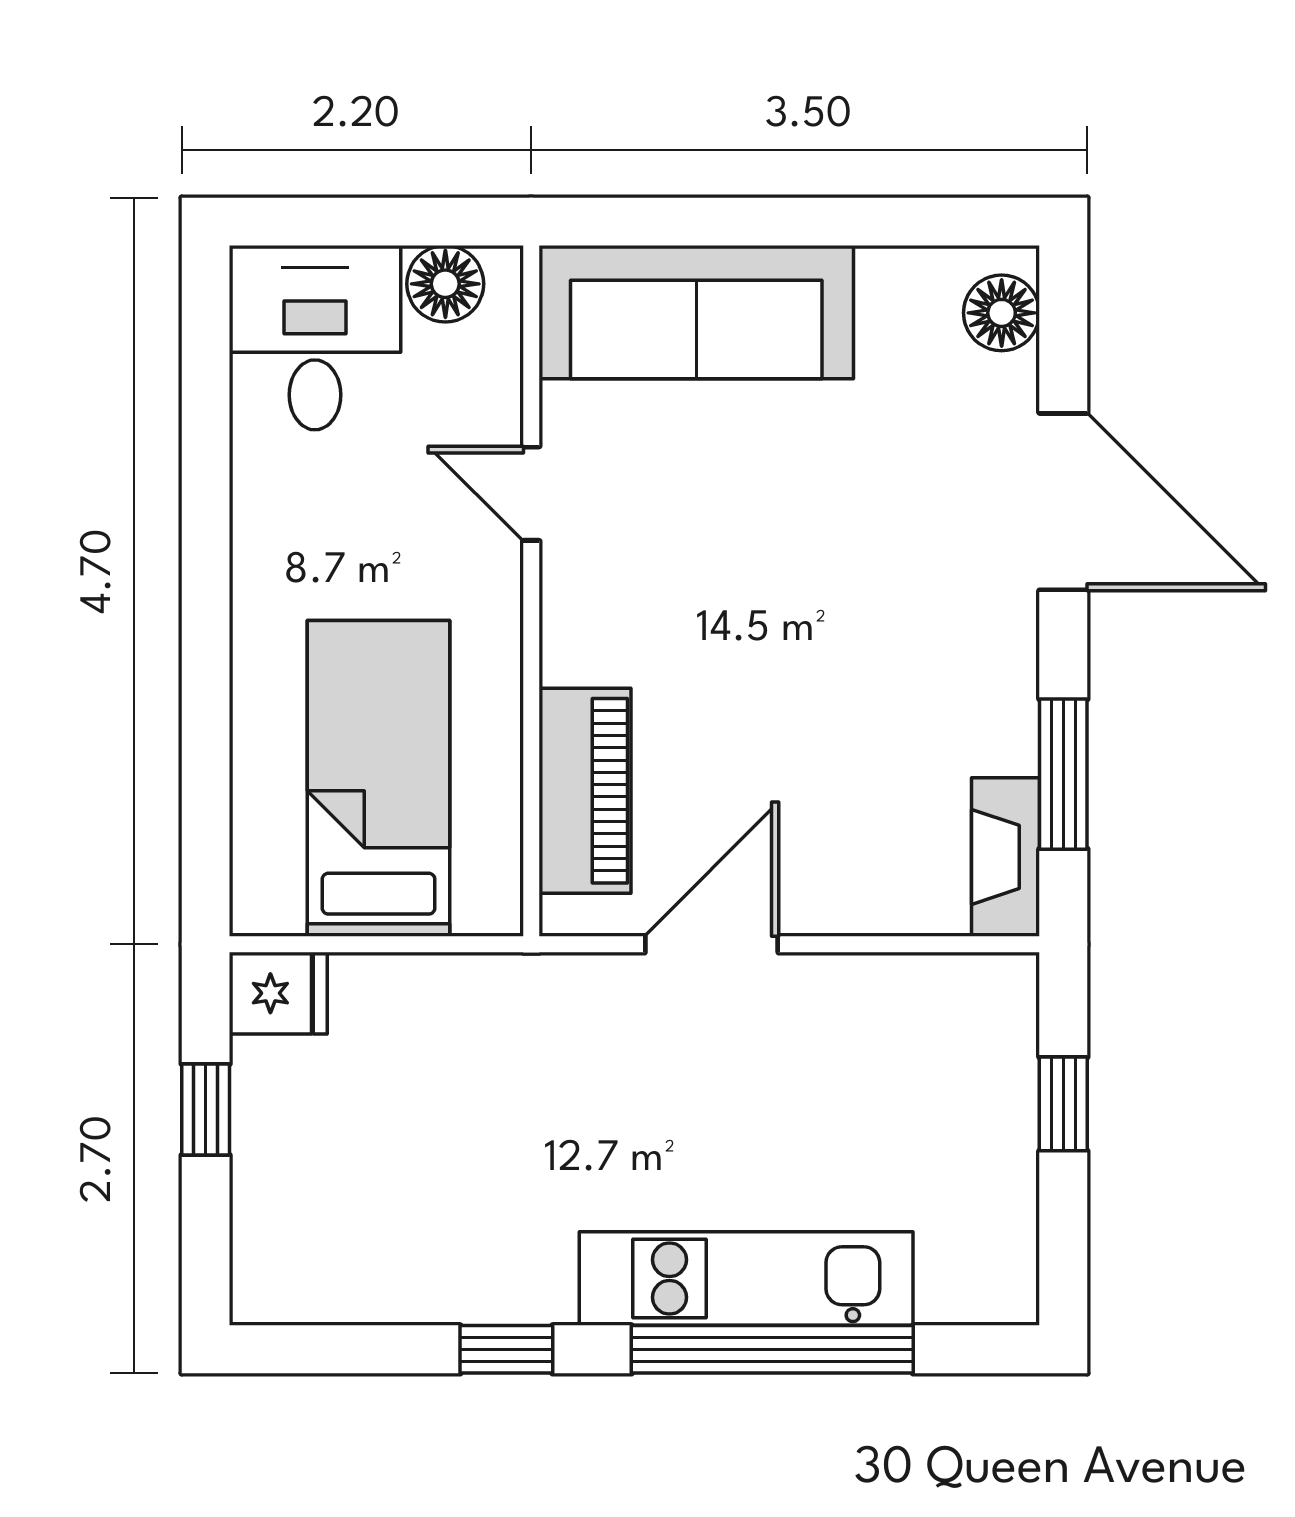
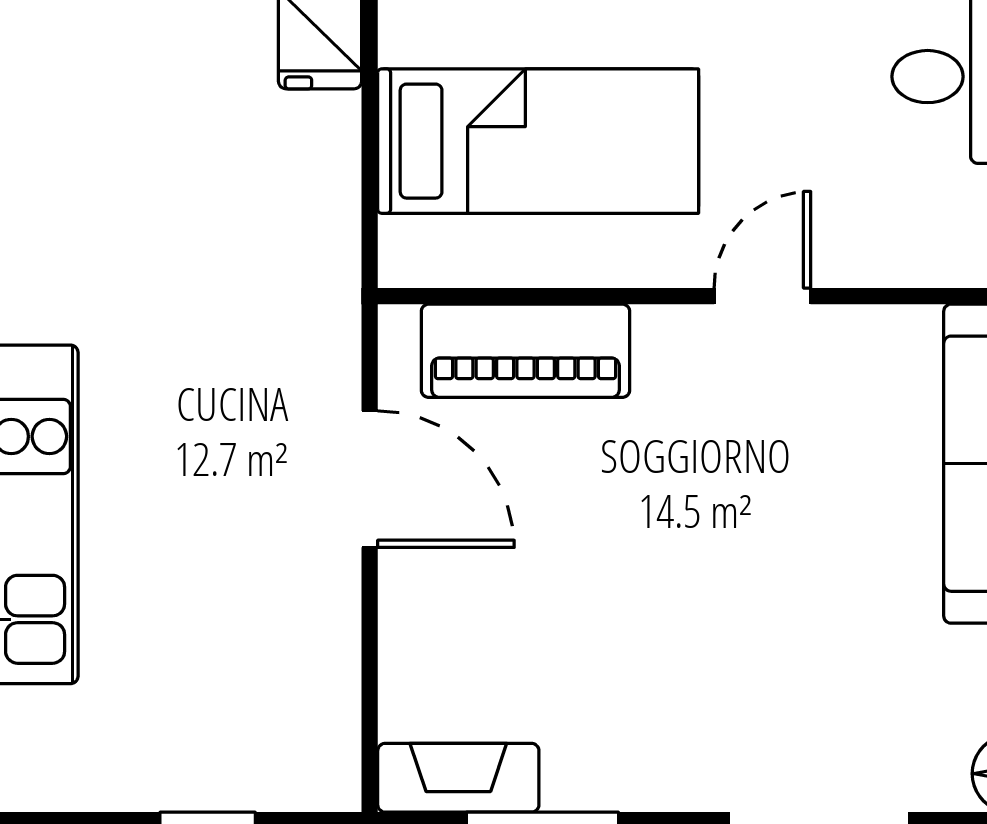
door: (531, 494) -> (762, 296), moved

